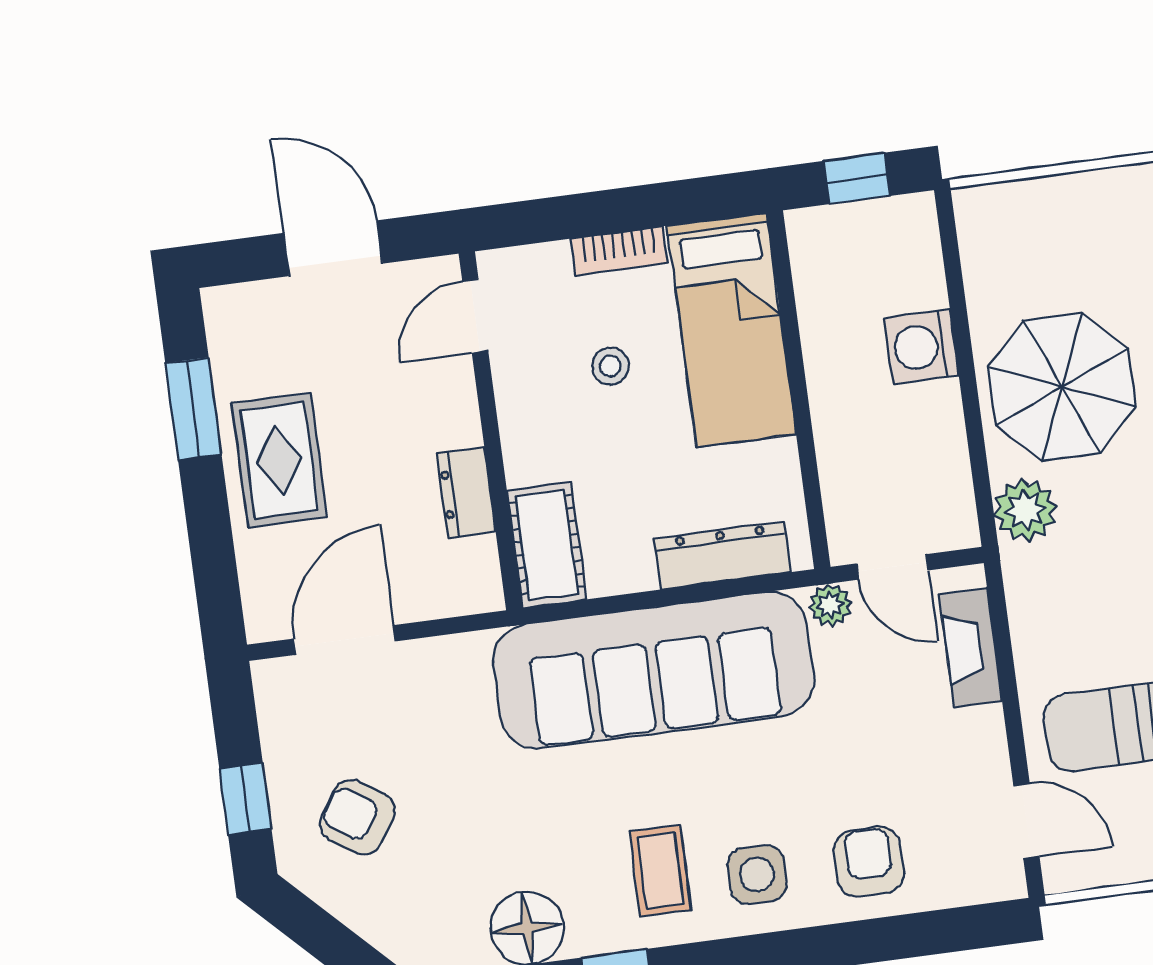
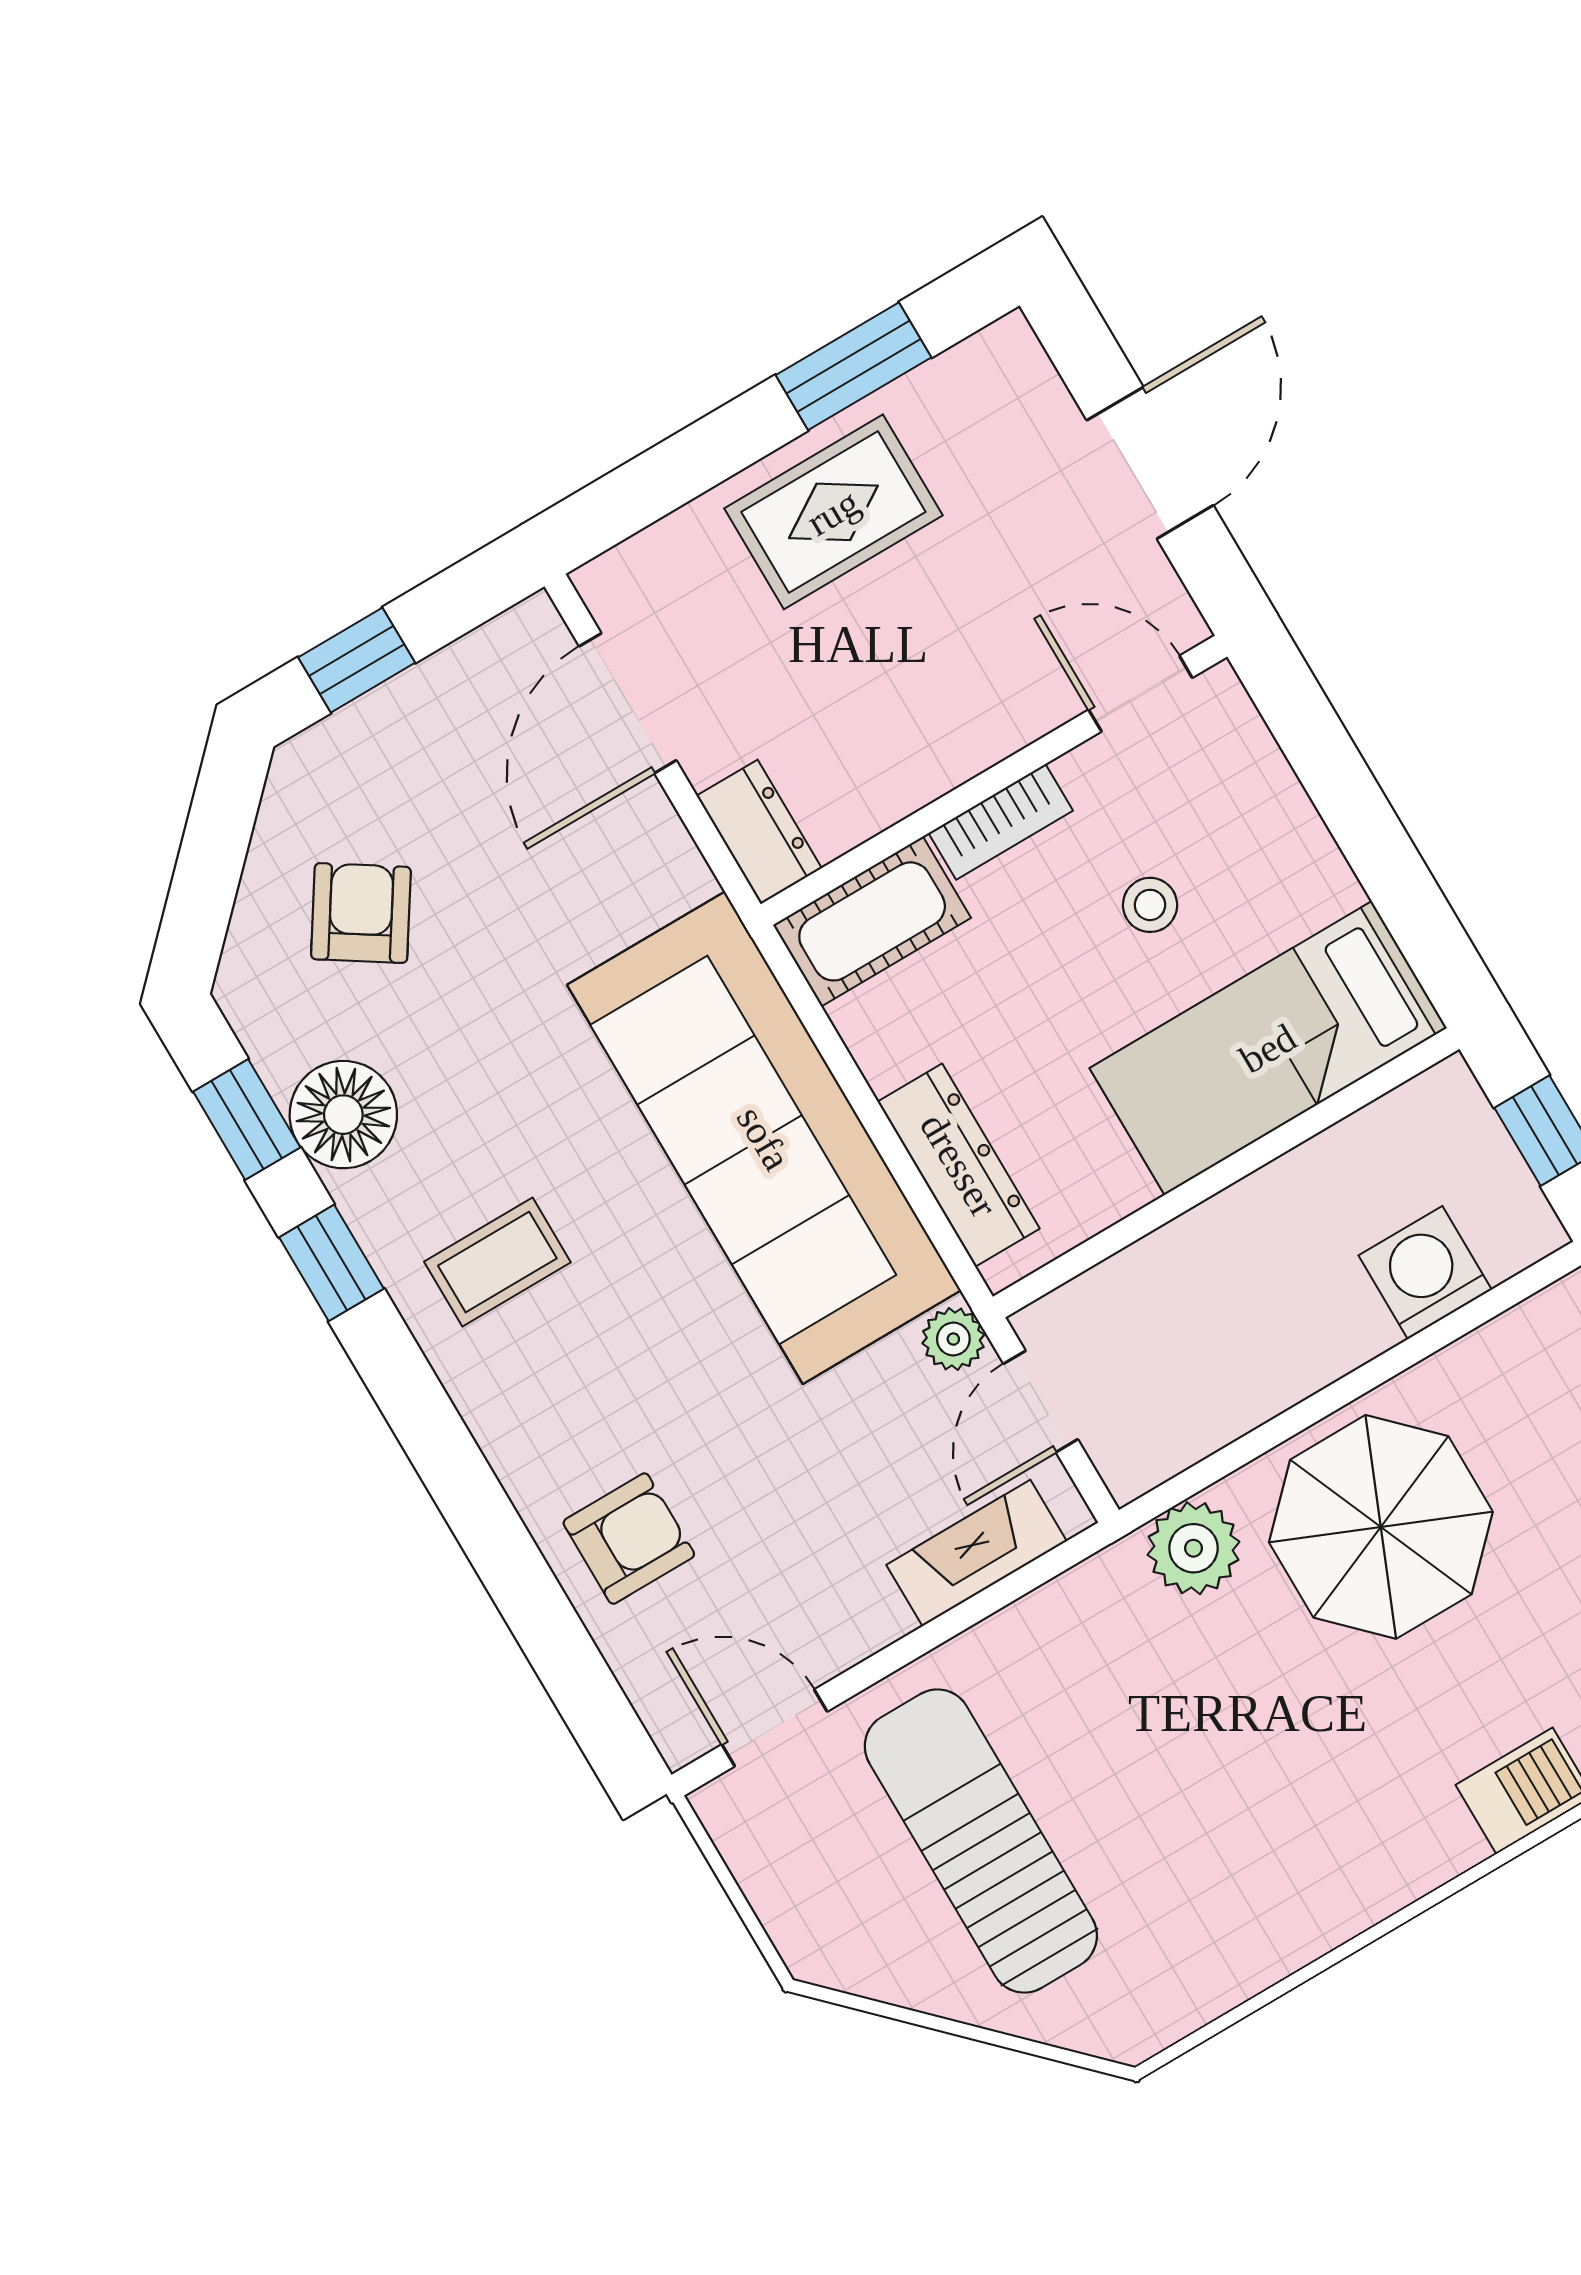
bookcase: (619, 251) -> (1001, 822), moved, turned -90
washing machine: (921, 347) -> (1425, 1273), moved
dresser: (466, 492) -> (759, 832), moved, turned 90
door: (345, 640) -> (628, 703), swing flipped
armchair: (357, 817) -> (361, 913), moved
door: (1026, 821) -> (774, 1728), swing flipped
side table: (757, 874) -> (548, 1395), removed

